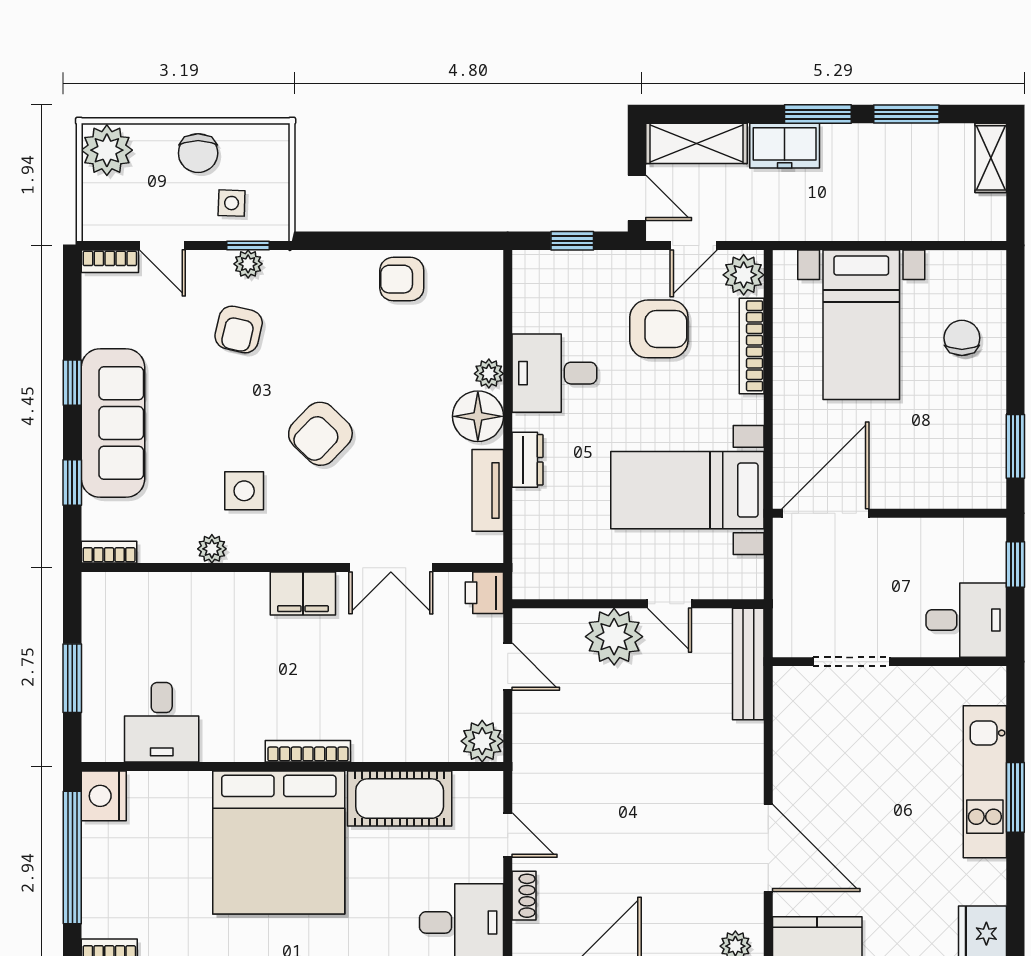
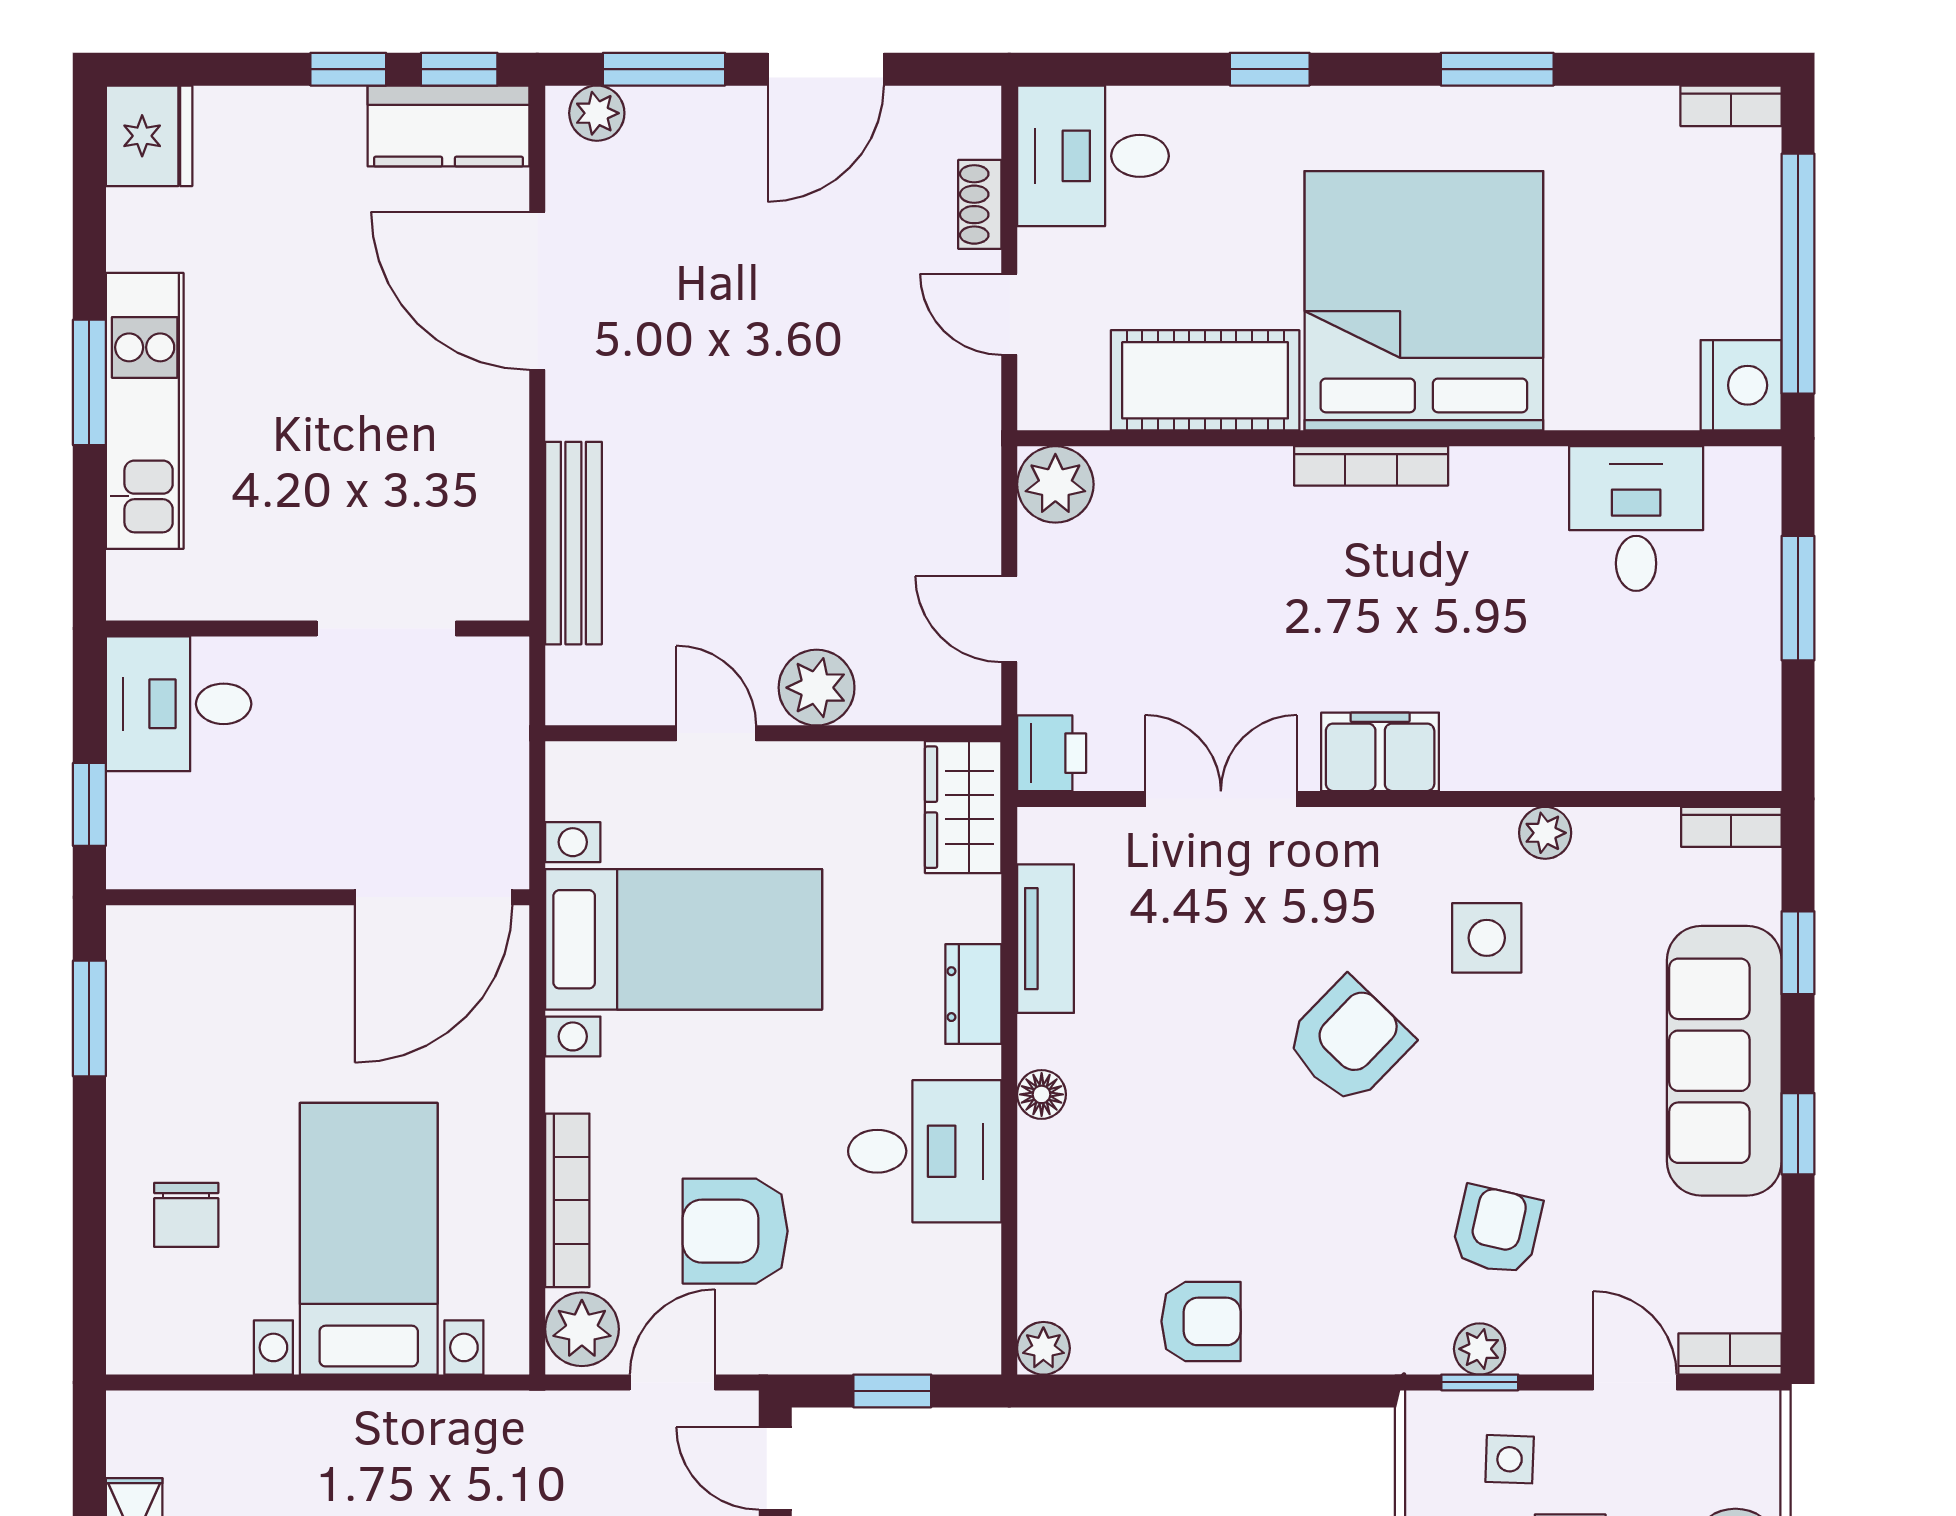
plant: (489, 374) -> (1043, 1348), moved
floor lamp: (478, 416) -> (1042, 1094), width x0.53, depth x0.53
wardrobe: (533, 563) -> (963, 807), added
plant: (614, 637) -> (817, 688), width x0.73, depth x0.73
bench: (748, 664) -> (573, 543), moved

